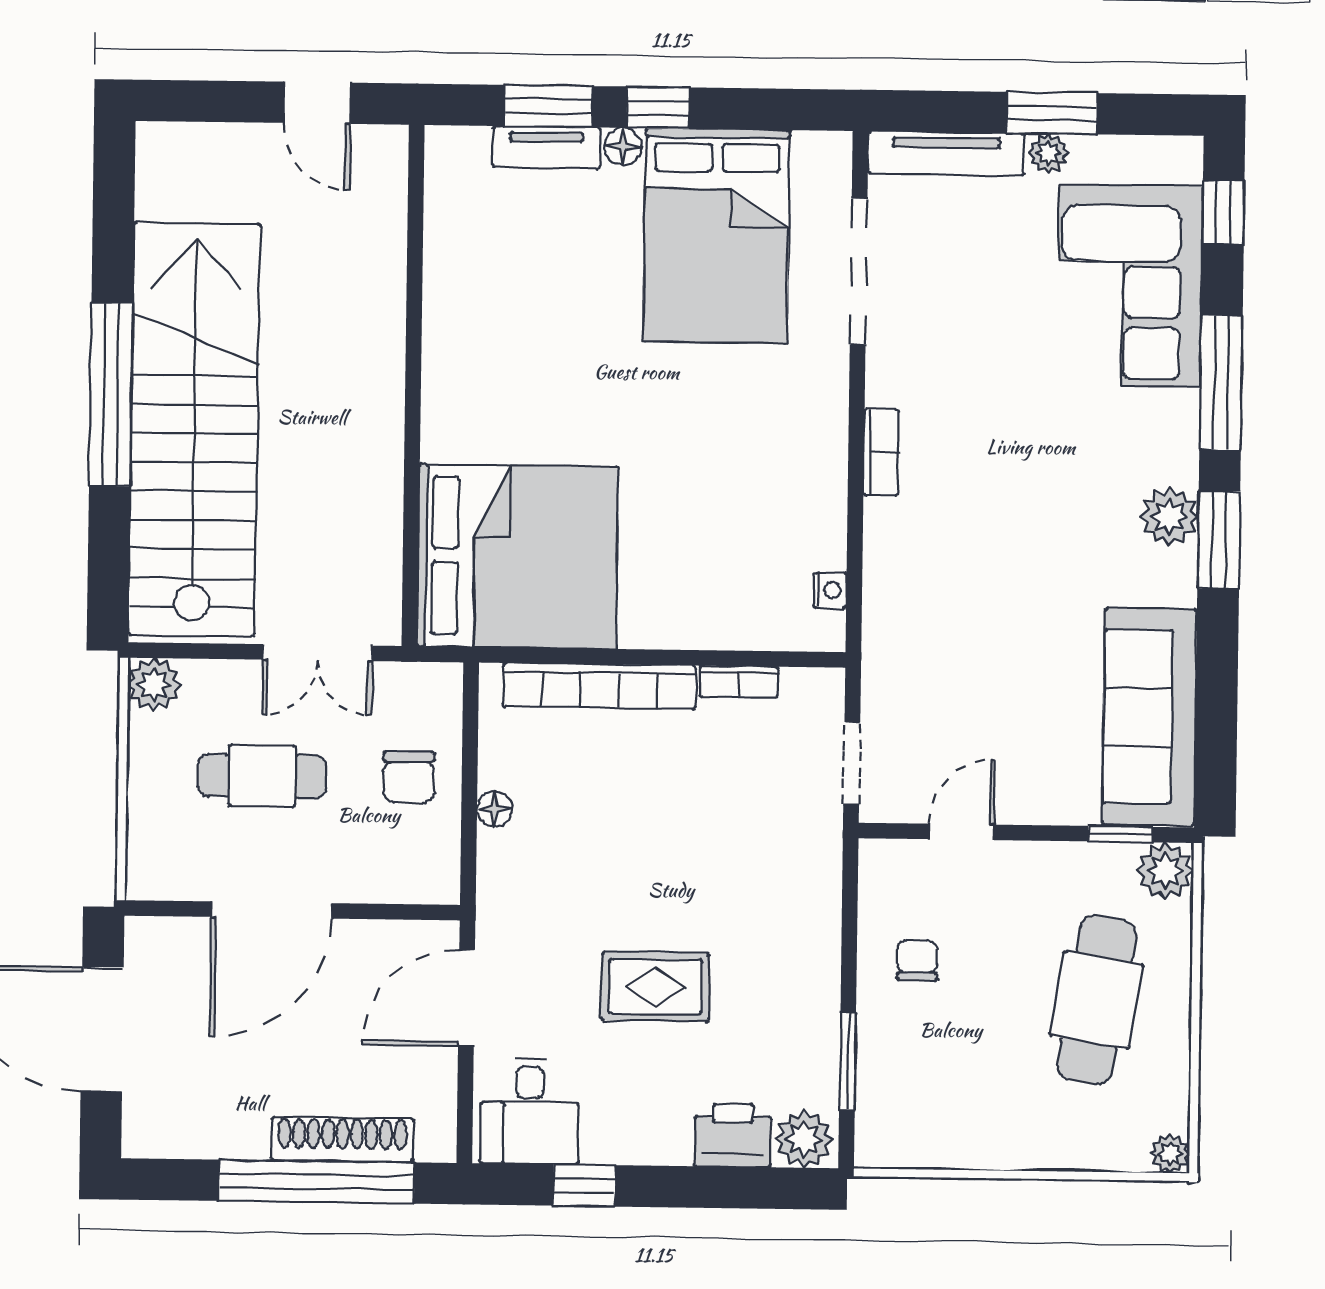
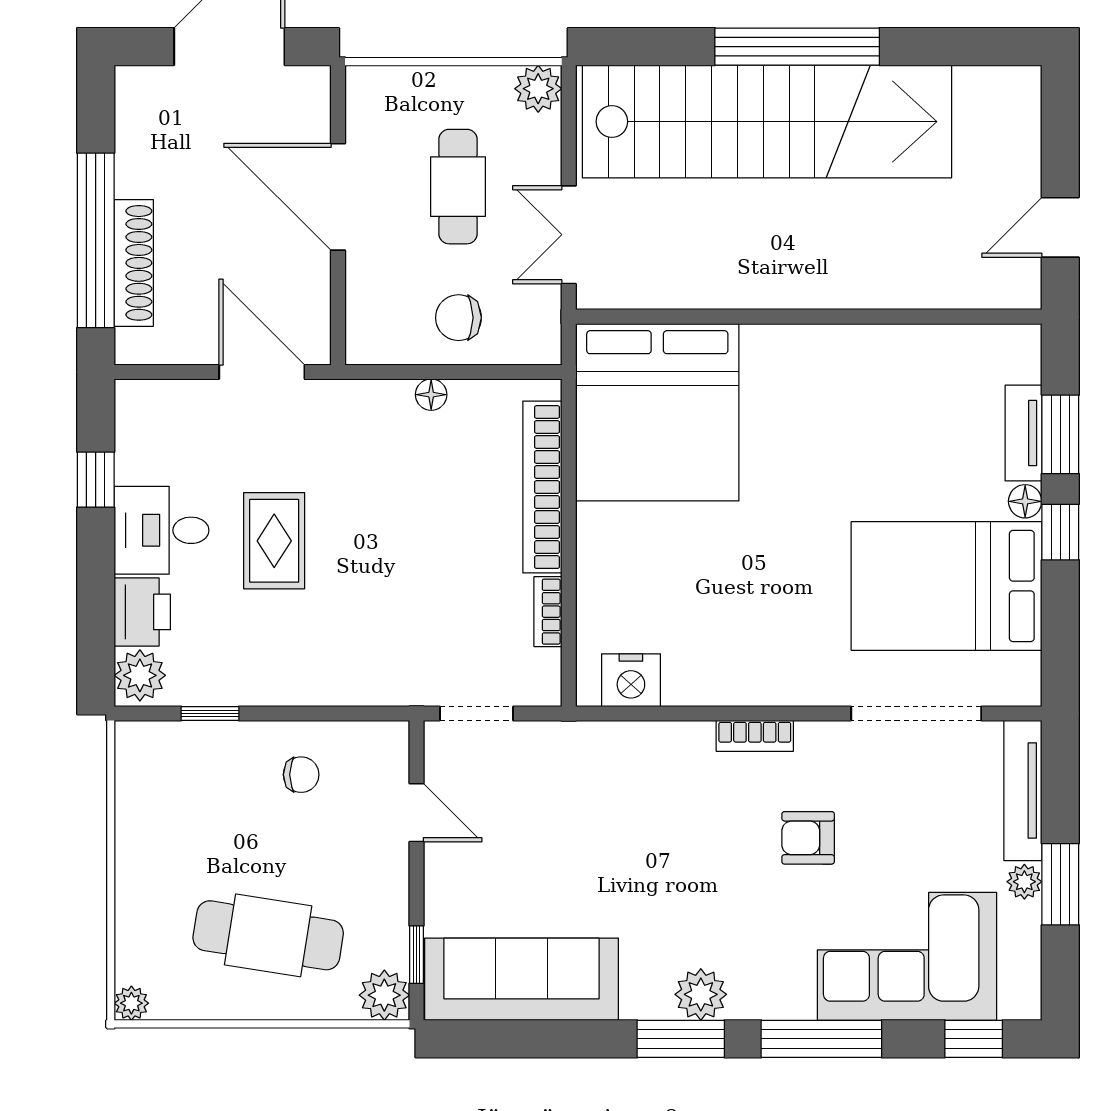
armchair: (996, 394) -> (808, 838), added
nightstand: (830, 590) -> (631, 680), width x1.89, depth x1.79
window: (848, 1061) -> (210, 714), width x0.67
desk: (530, 1111) -> (162, 530), moved

